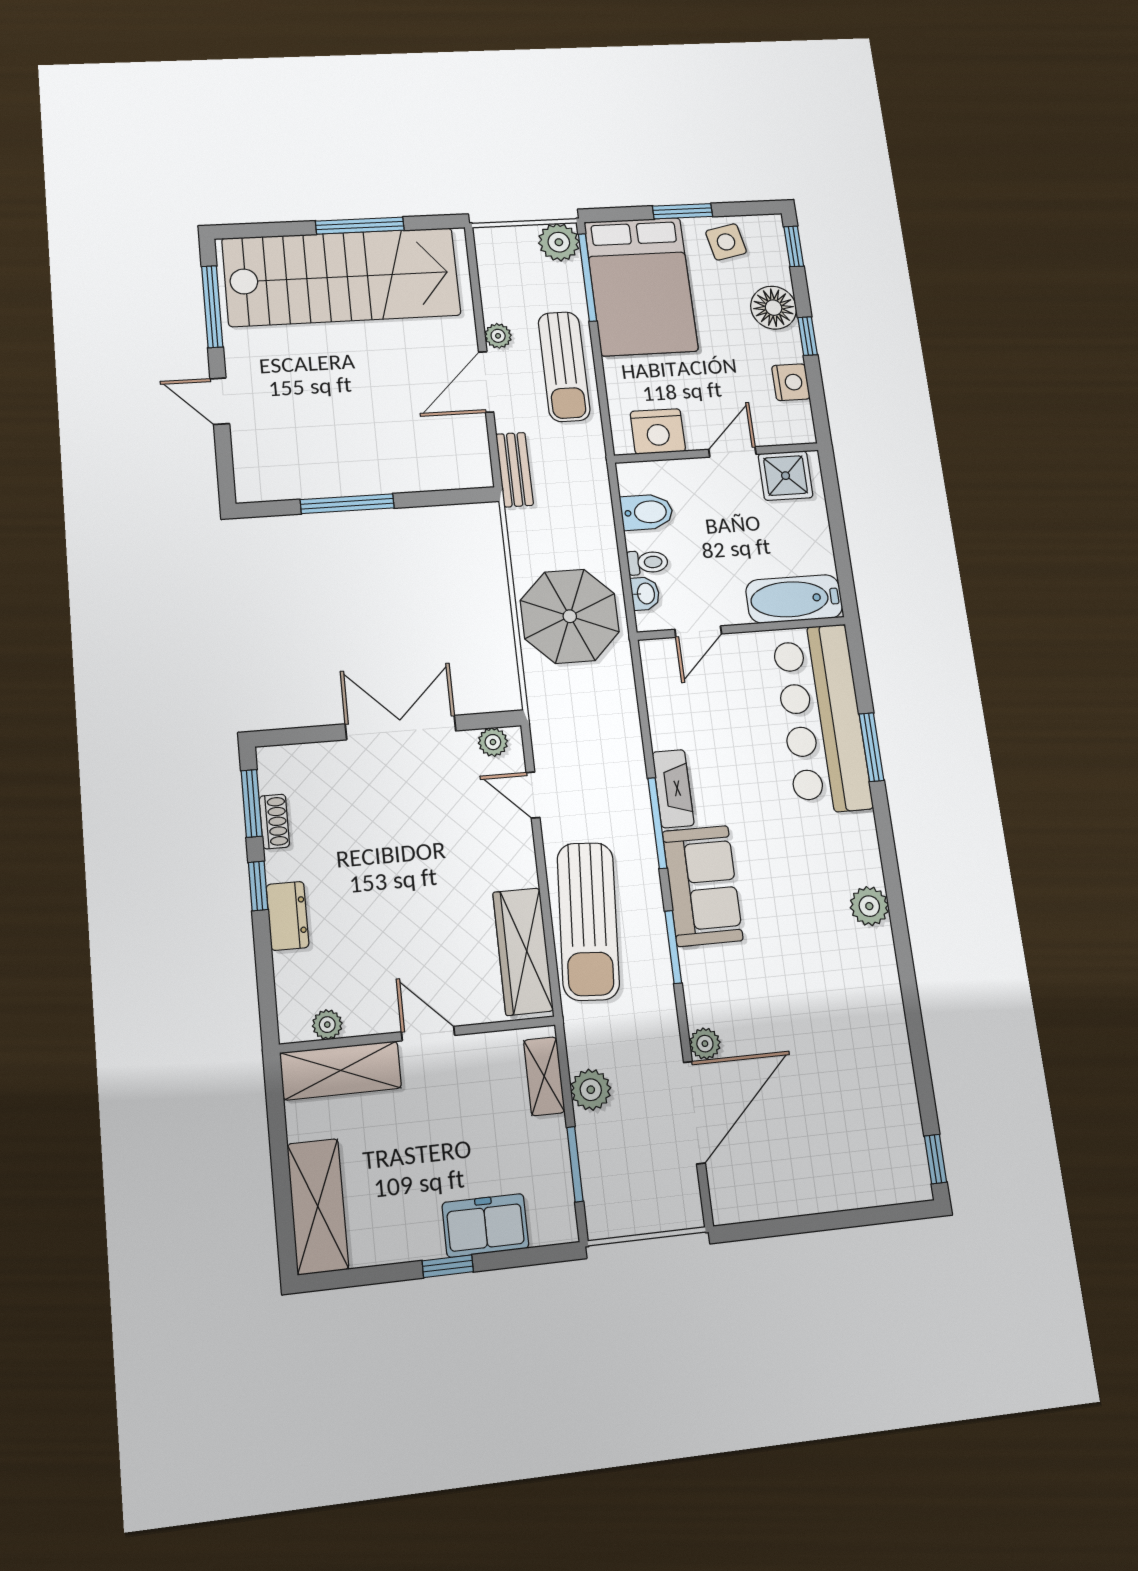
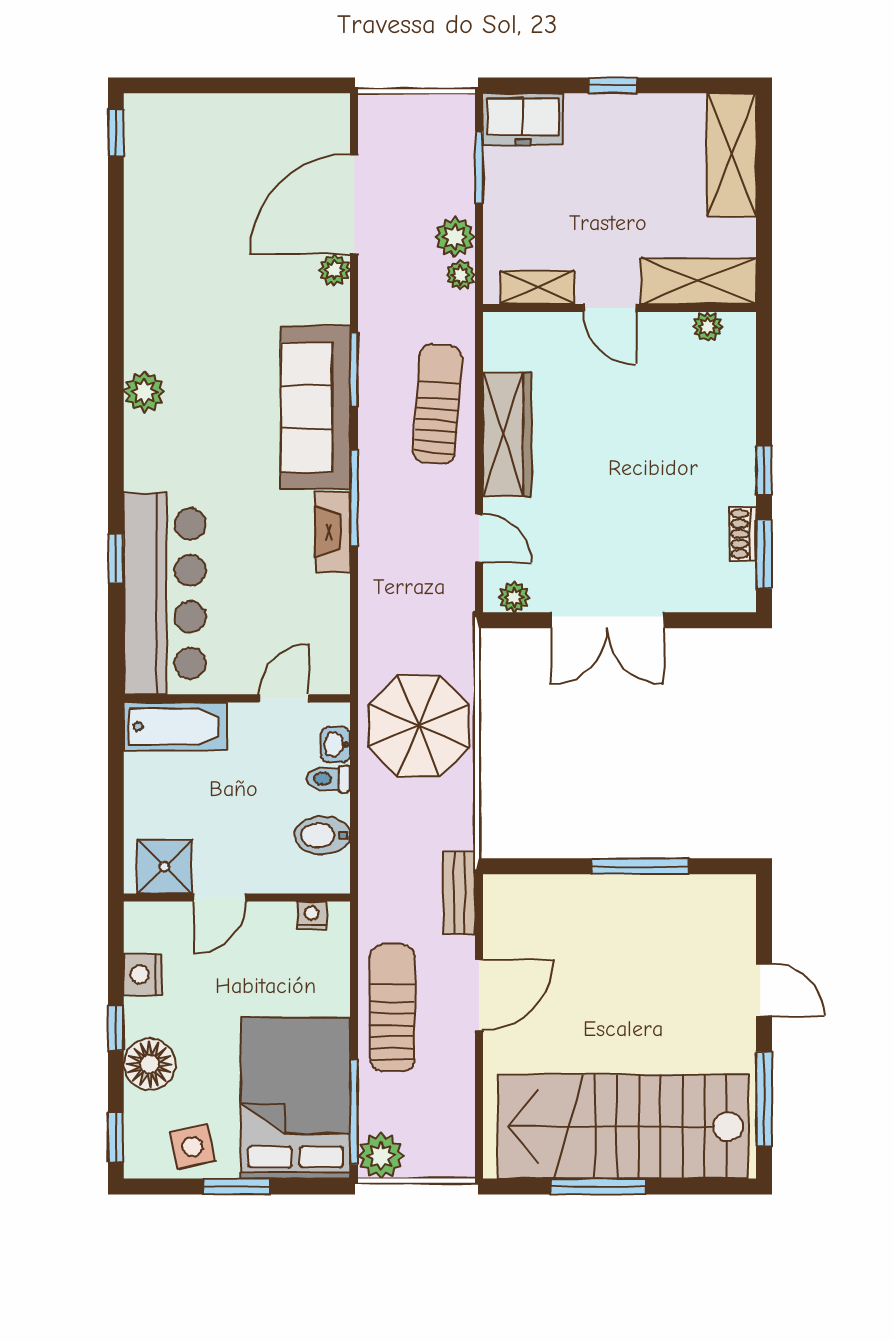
plant: (498, 336) -> (460, 275), moved
nightstand: (658, 431) -> (312, 915), width x0.53, depth x0.56
window: (871, 747) -> (116, 558), width x0.67
sofa: (703, 886) -> (316, 407), width x1.36
dresser: (288, 916) -> (738, 437), removed
sun lounger: (588, 921) -> (437, 404), width x0.73, depth x0.75
wardrobe: (523, 951) -> (507, 435), moved
shelving: (544, 1076) -> (537, 287), moved, turned 90
freezer: (485, 1225) -> (523, 119), moved

